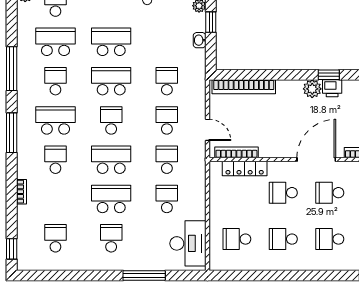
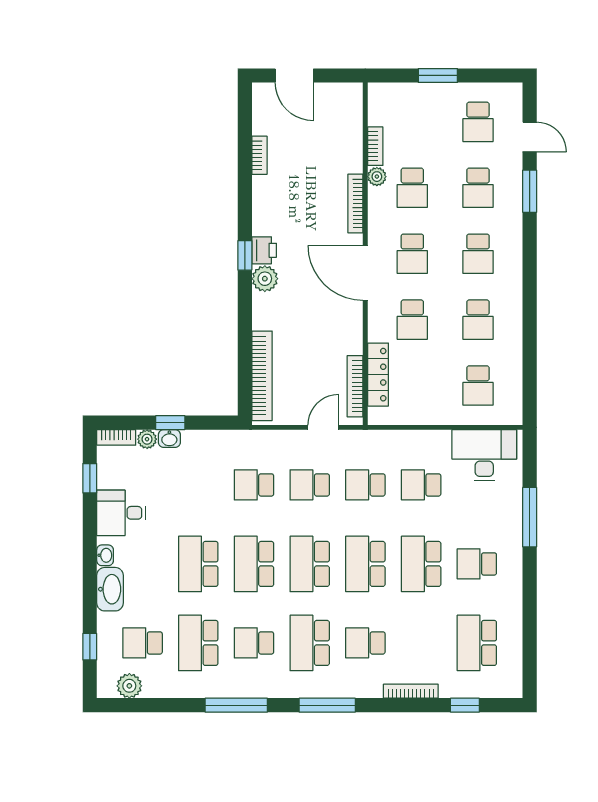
washbasin: (200, 40) -> (169, 439), moved
school desk: (111, 120) -> (310, 564), width x1.85
bookcase: (21, 192) -> (411, 691), width x1.56
school desk: (55, 238) -> (477, 643), width x1.85
window: (12, 249) -> (465, 705), moved

